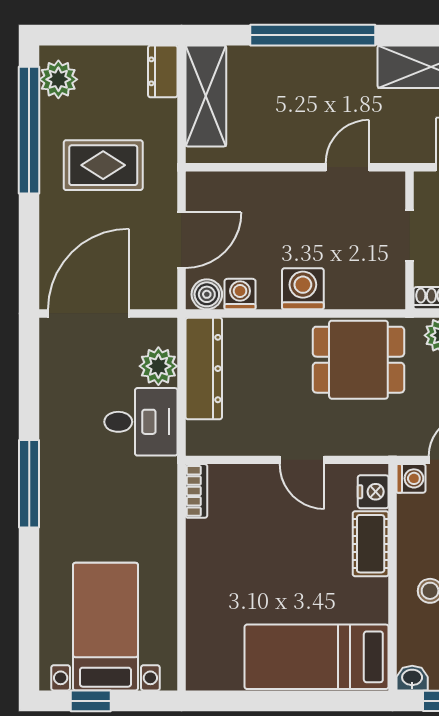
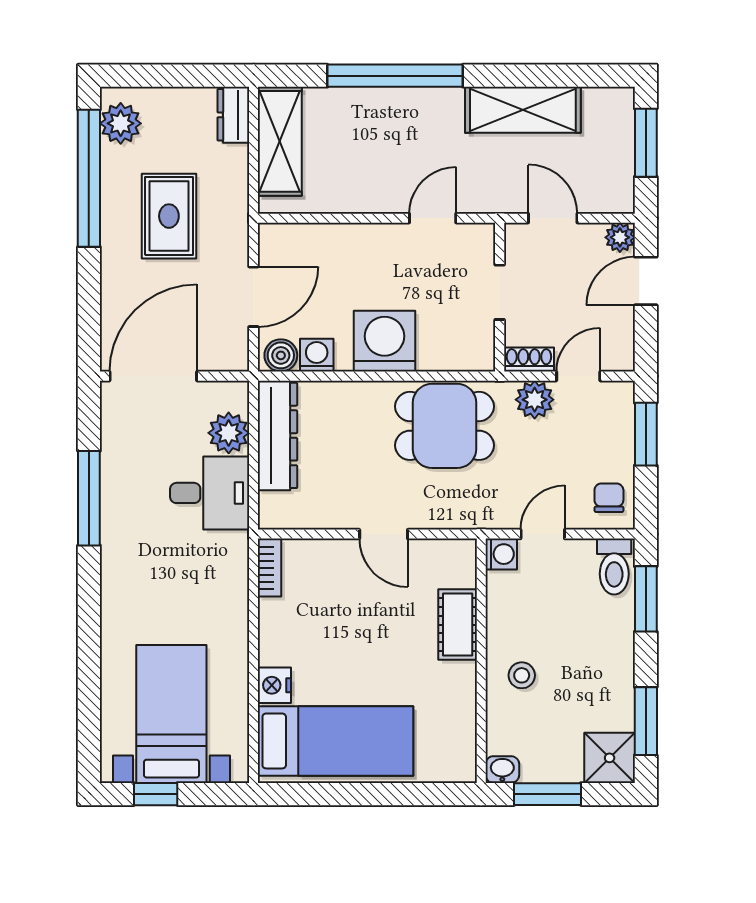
rug: (103, 165) -> (169, 216), turned 90
washing machine: (303, 289) -> (384, 341), width x1.37, depth x1.37
window: (29, 484) -> (89, 498), moved
nightstand: (373, 492) -> (274, 685), moved, turned 180
bed: (317, 657) -> (335, 741), moved, turned 180

